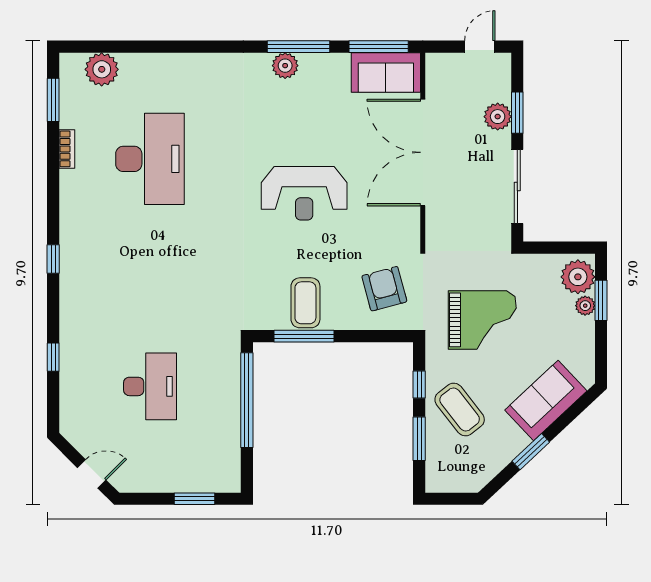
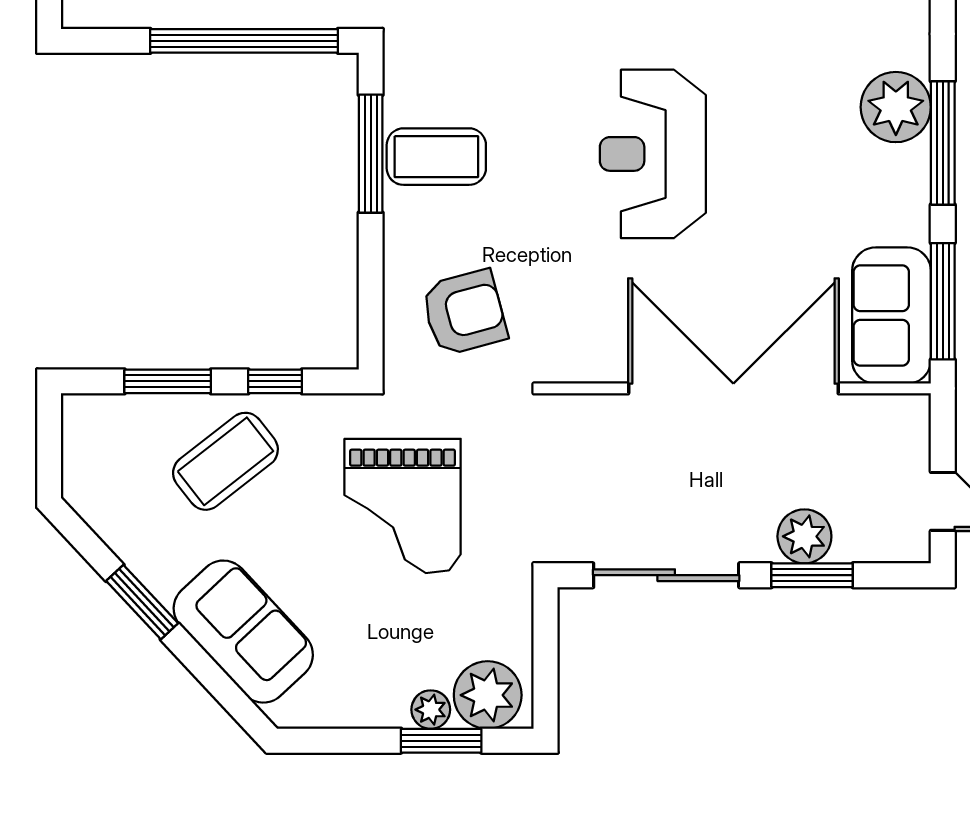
plant: (285, 66) -> (896, 107), width x1.36, depth x1.36

